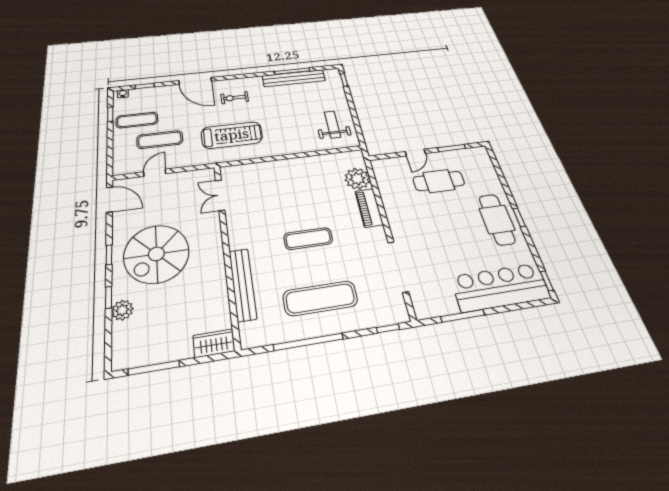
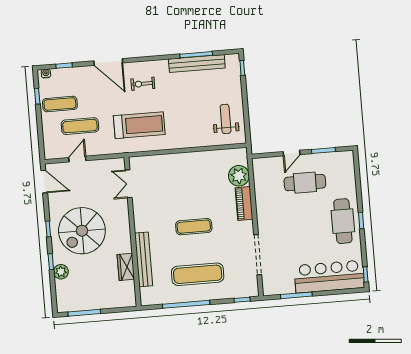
wardrobe: (214, 343) -> (126, 267), moved, turned -90

